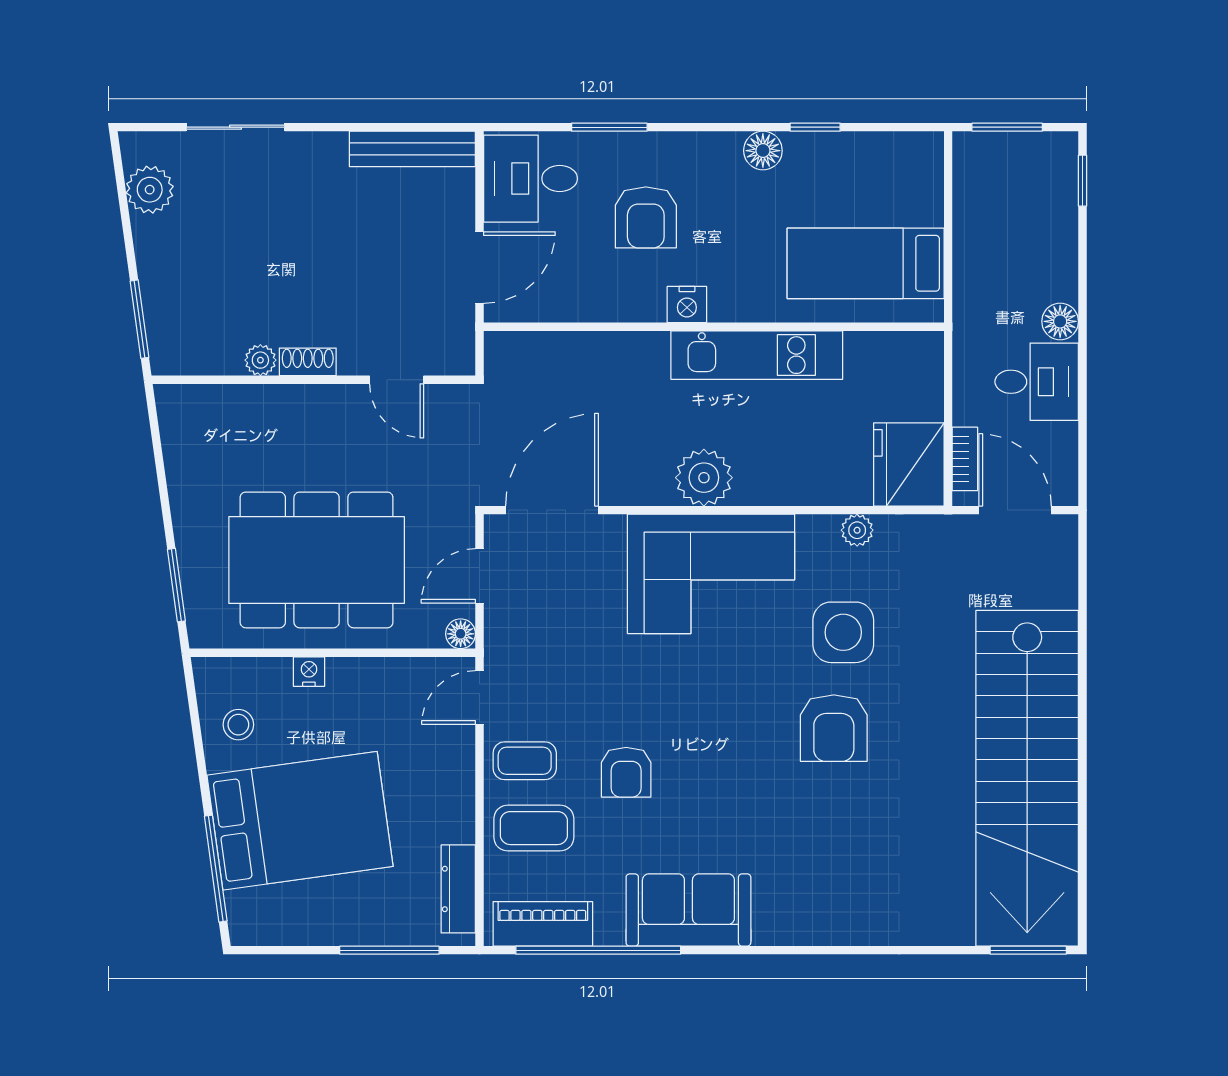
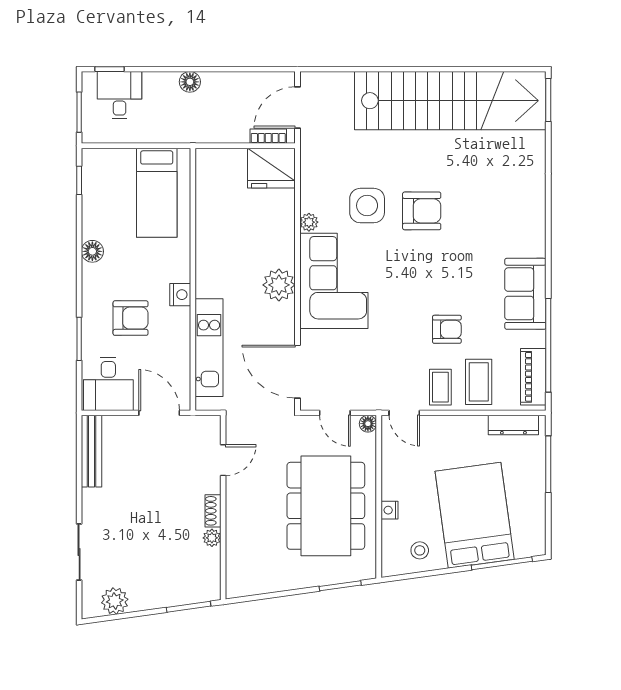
window: (815, 127) -> (79, 180), moved
kitchen unit: (757, 355) -> (209, 348), moved
desk: (1037, 382) -> (120, 95), moved
plant: (857, 530) -> (309, 222), moved

